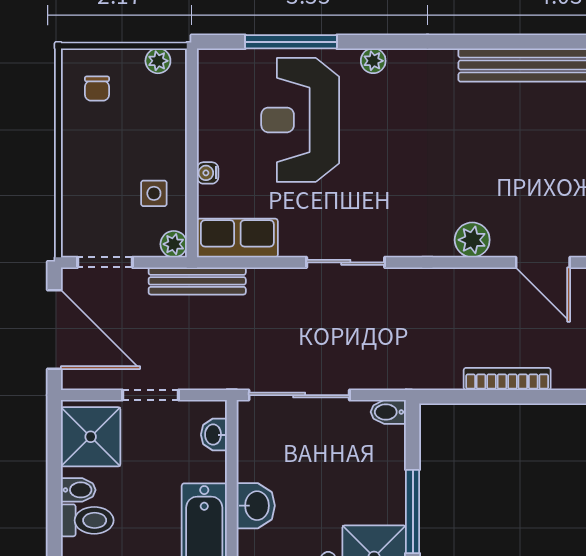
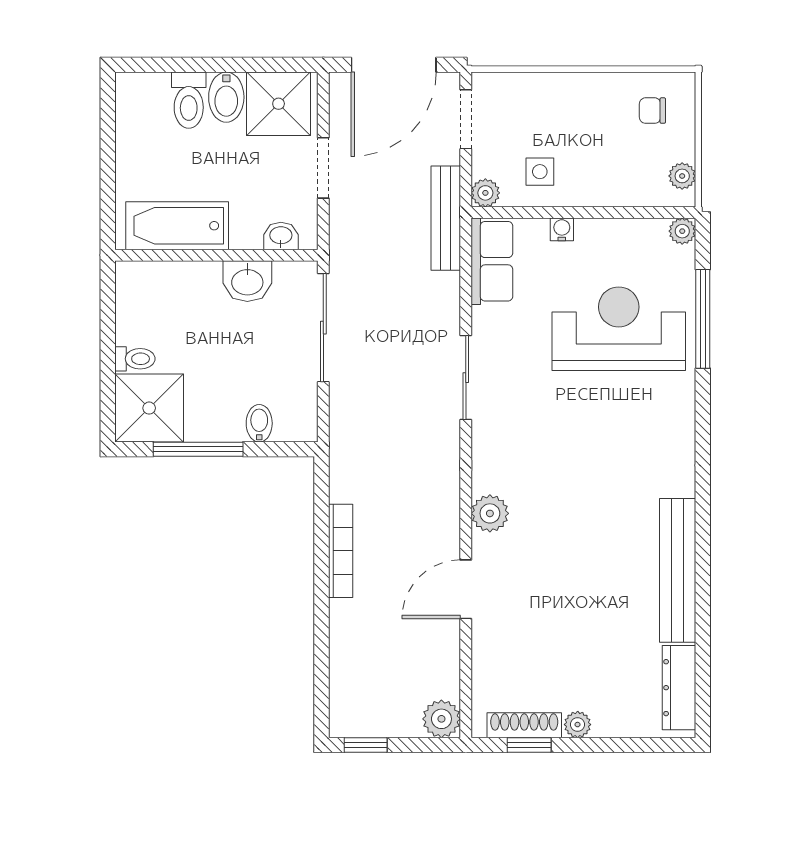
plant: (373, 61) -> (682, 231), moved
bidet: (388, 412) -> (259, 423), moved
bidet: (78, 490) -> (226, 97), width x1.38, depth x1.36
washbasin: (256, 506) -> (247, 281), moved

